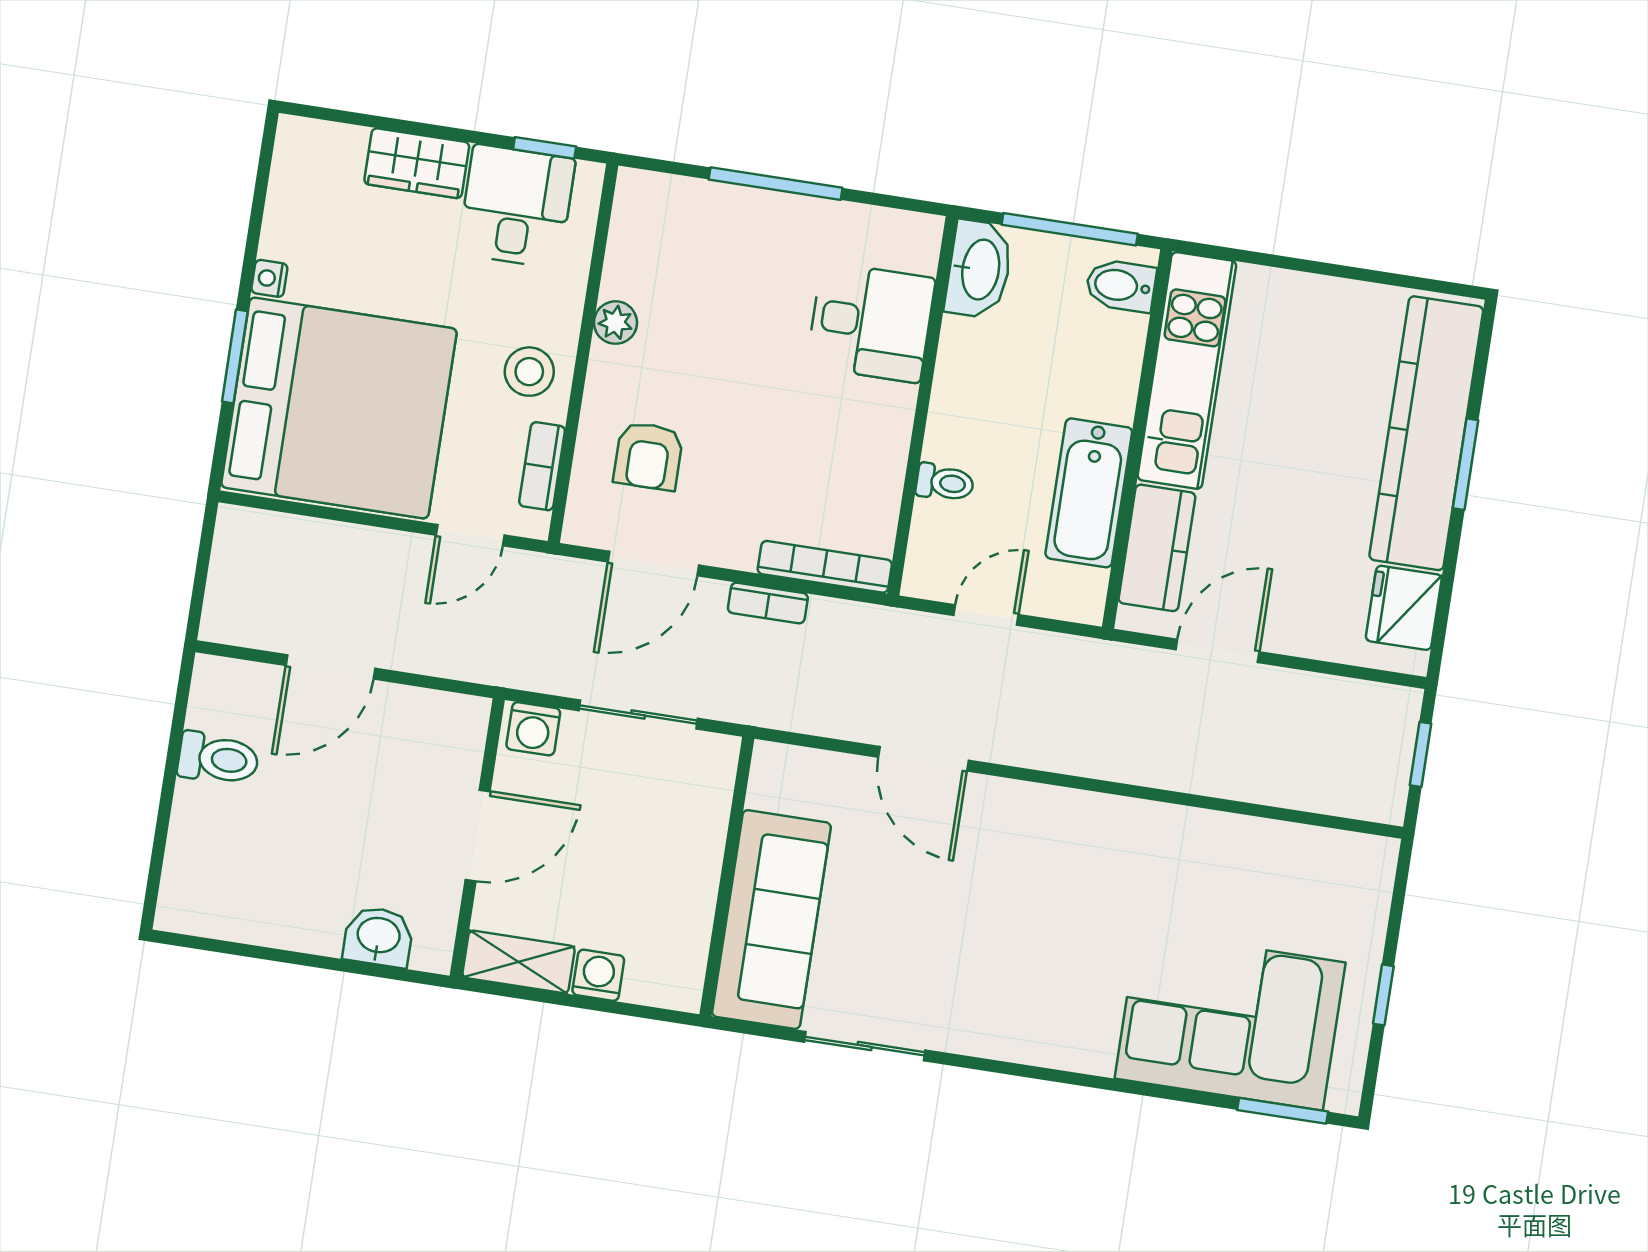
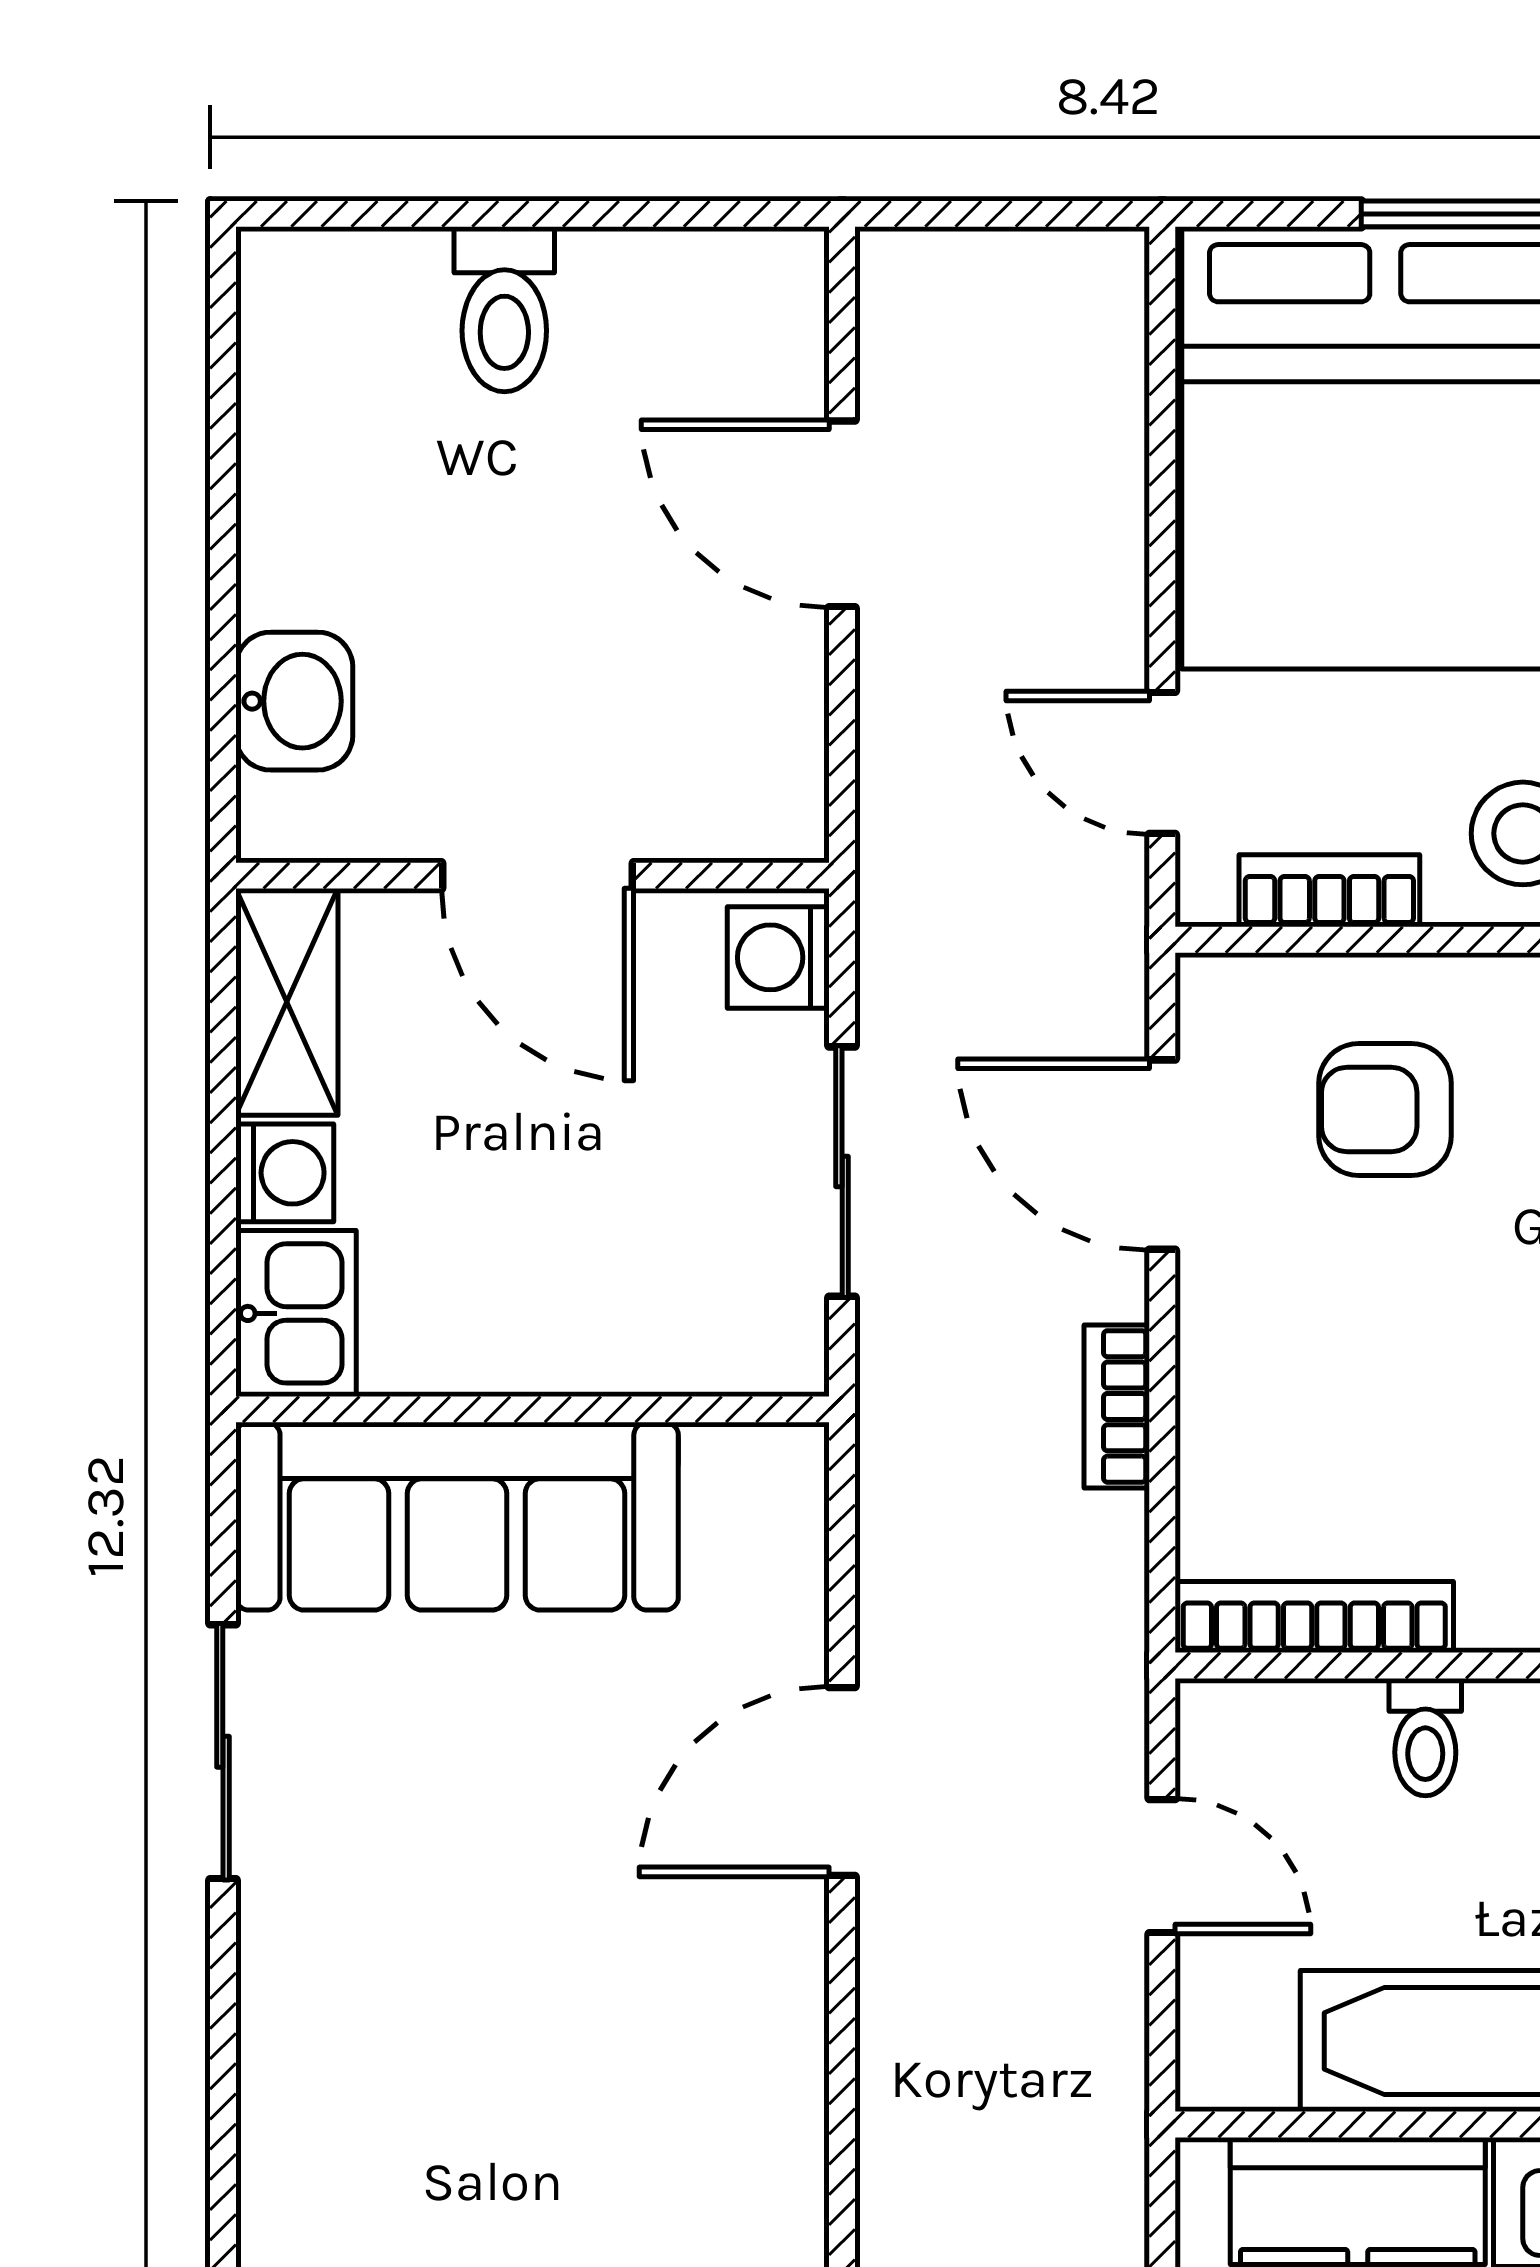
bookcase: (825, 567) -> (1314, 1617), moved, turned -90
toilet: (218, 759) -> (504, 309), moved
kitchen sink: (665, 980) -> (296, 1313), added

